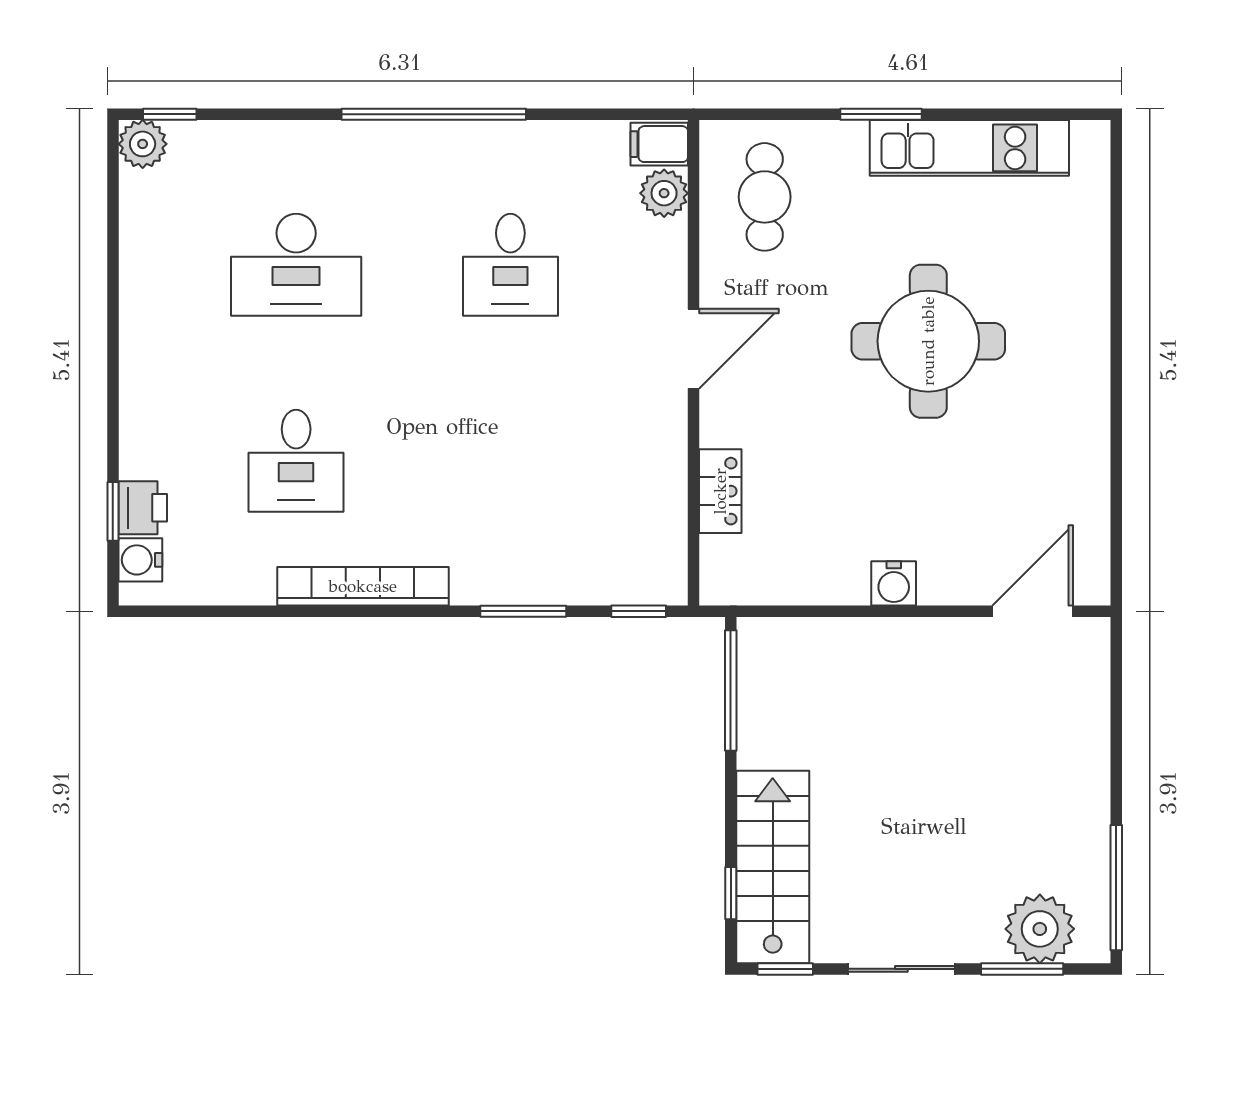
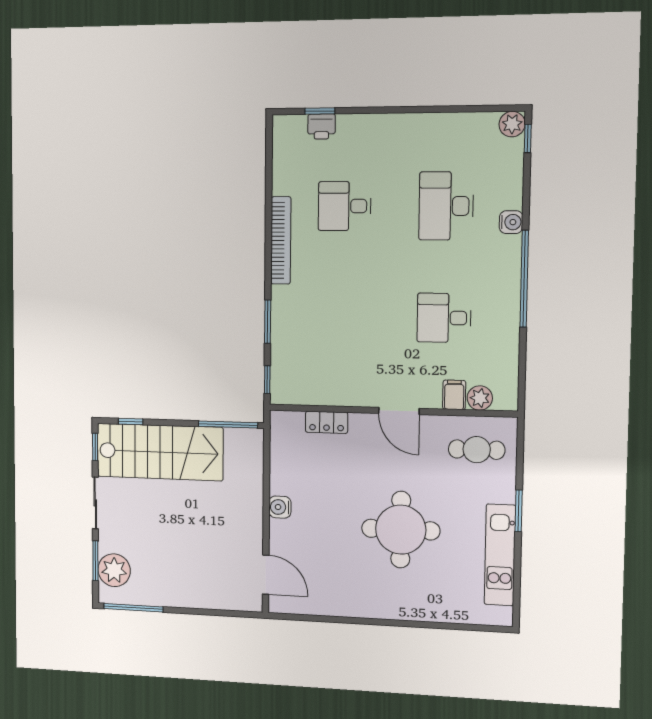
filing cabinet: (659, 144) -> (454, 395), moved
water cooler: (140, 560) -> (511, 222), moved, turned 90
stairs: (773, 867) -> (160, 452), width x1.36, depth x1.51

